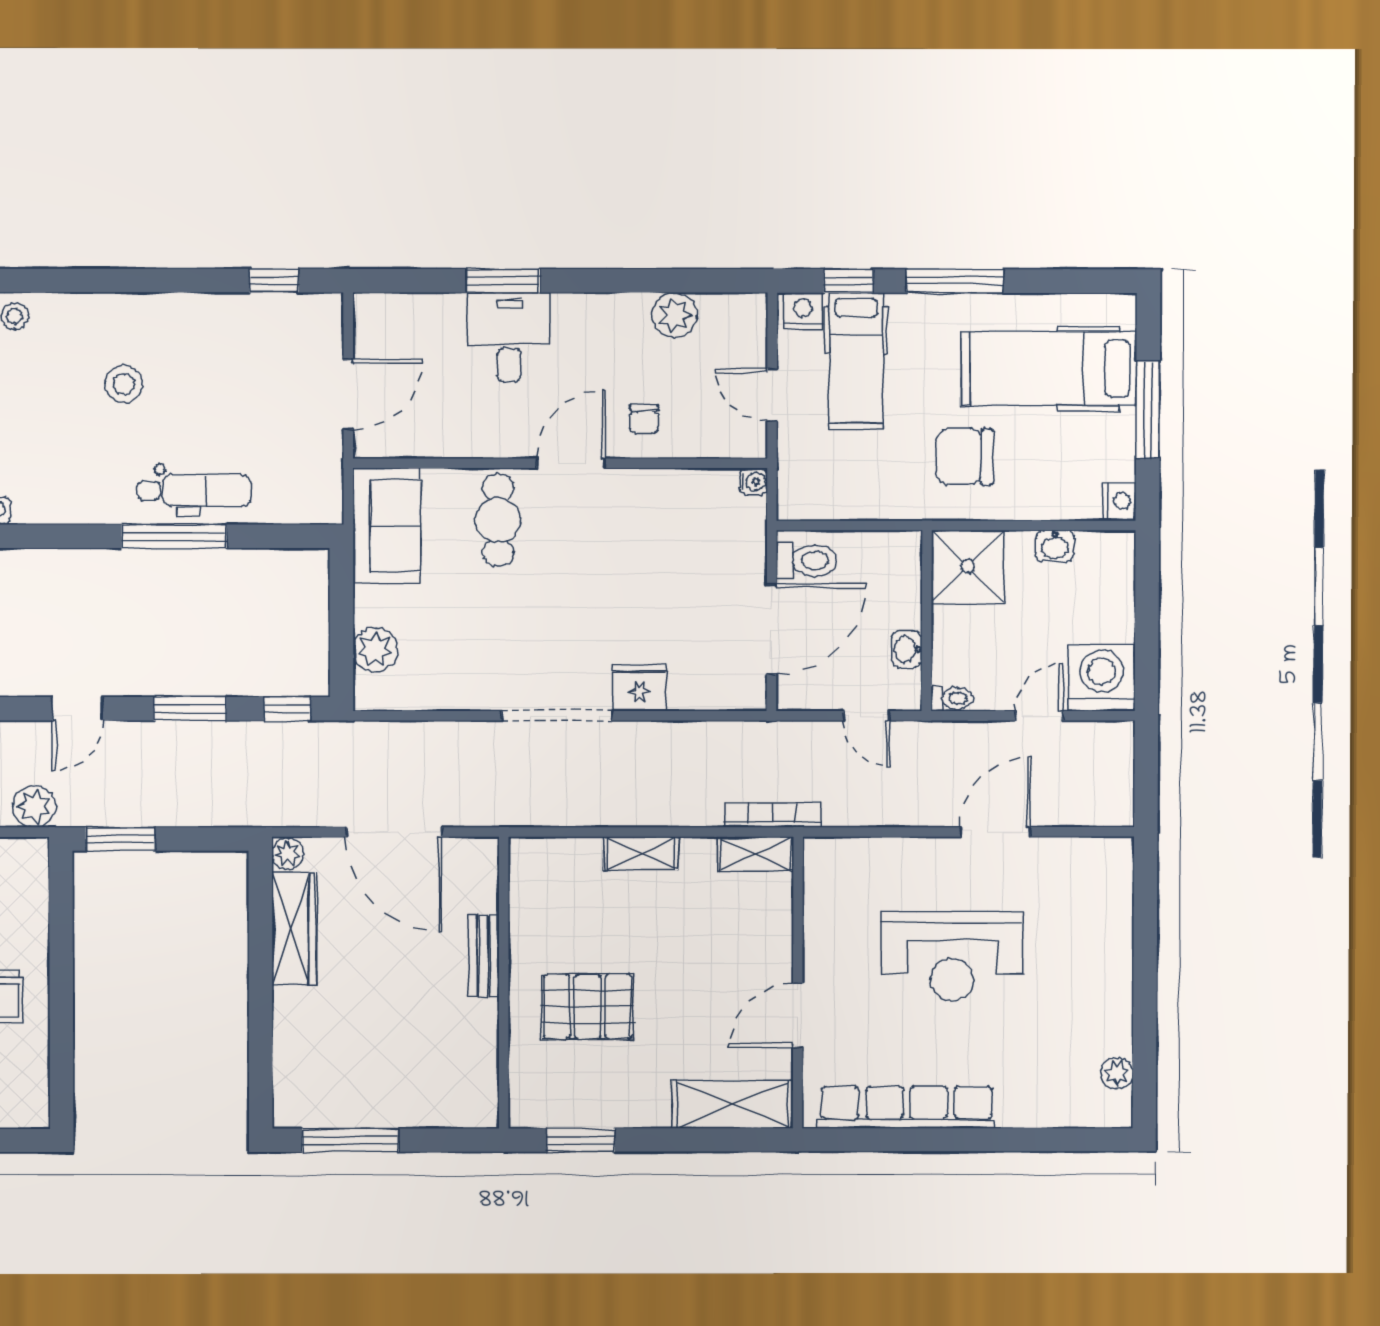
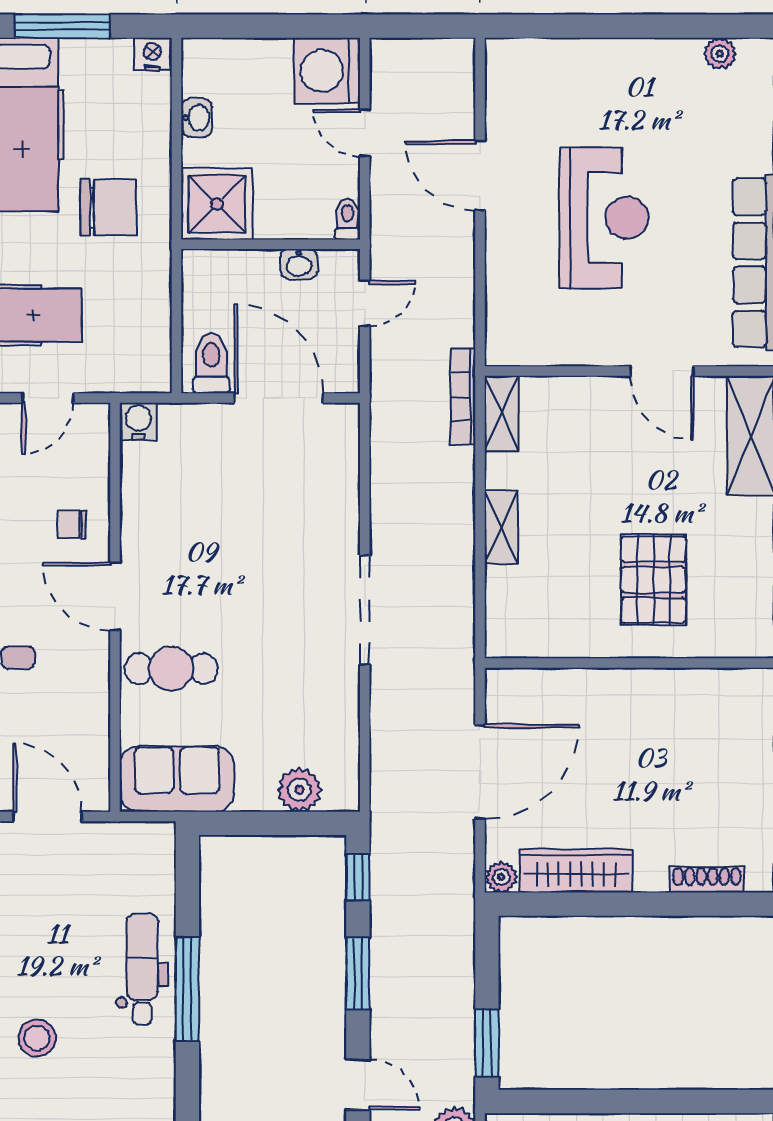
chair: (644, 419) -> (72, 524), turned 180
chair: (964, 457) -> (109, 208), turned -90
water cooler: (754, 482) -> (138, 421), width x1.38, depth x1.38
fridge: (640, 688) -> (337, 529), removed
bench: (483, 956) -> (603, 683), removed
shoe rack: (285, 1061) -> (707, 880), added

